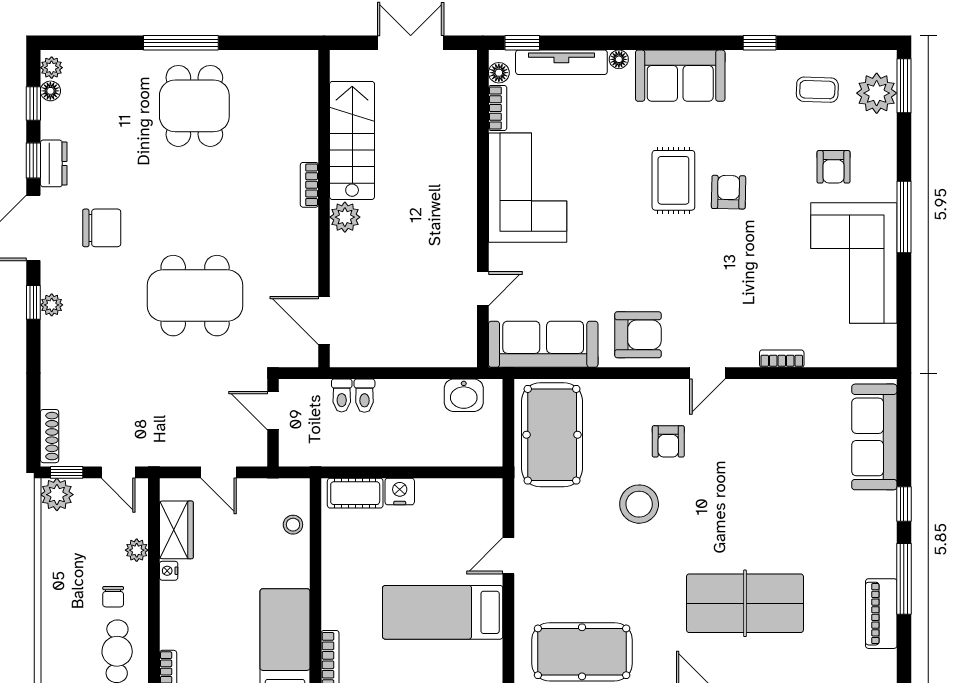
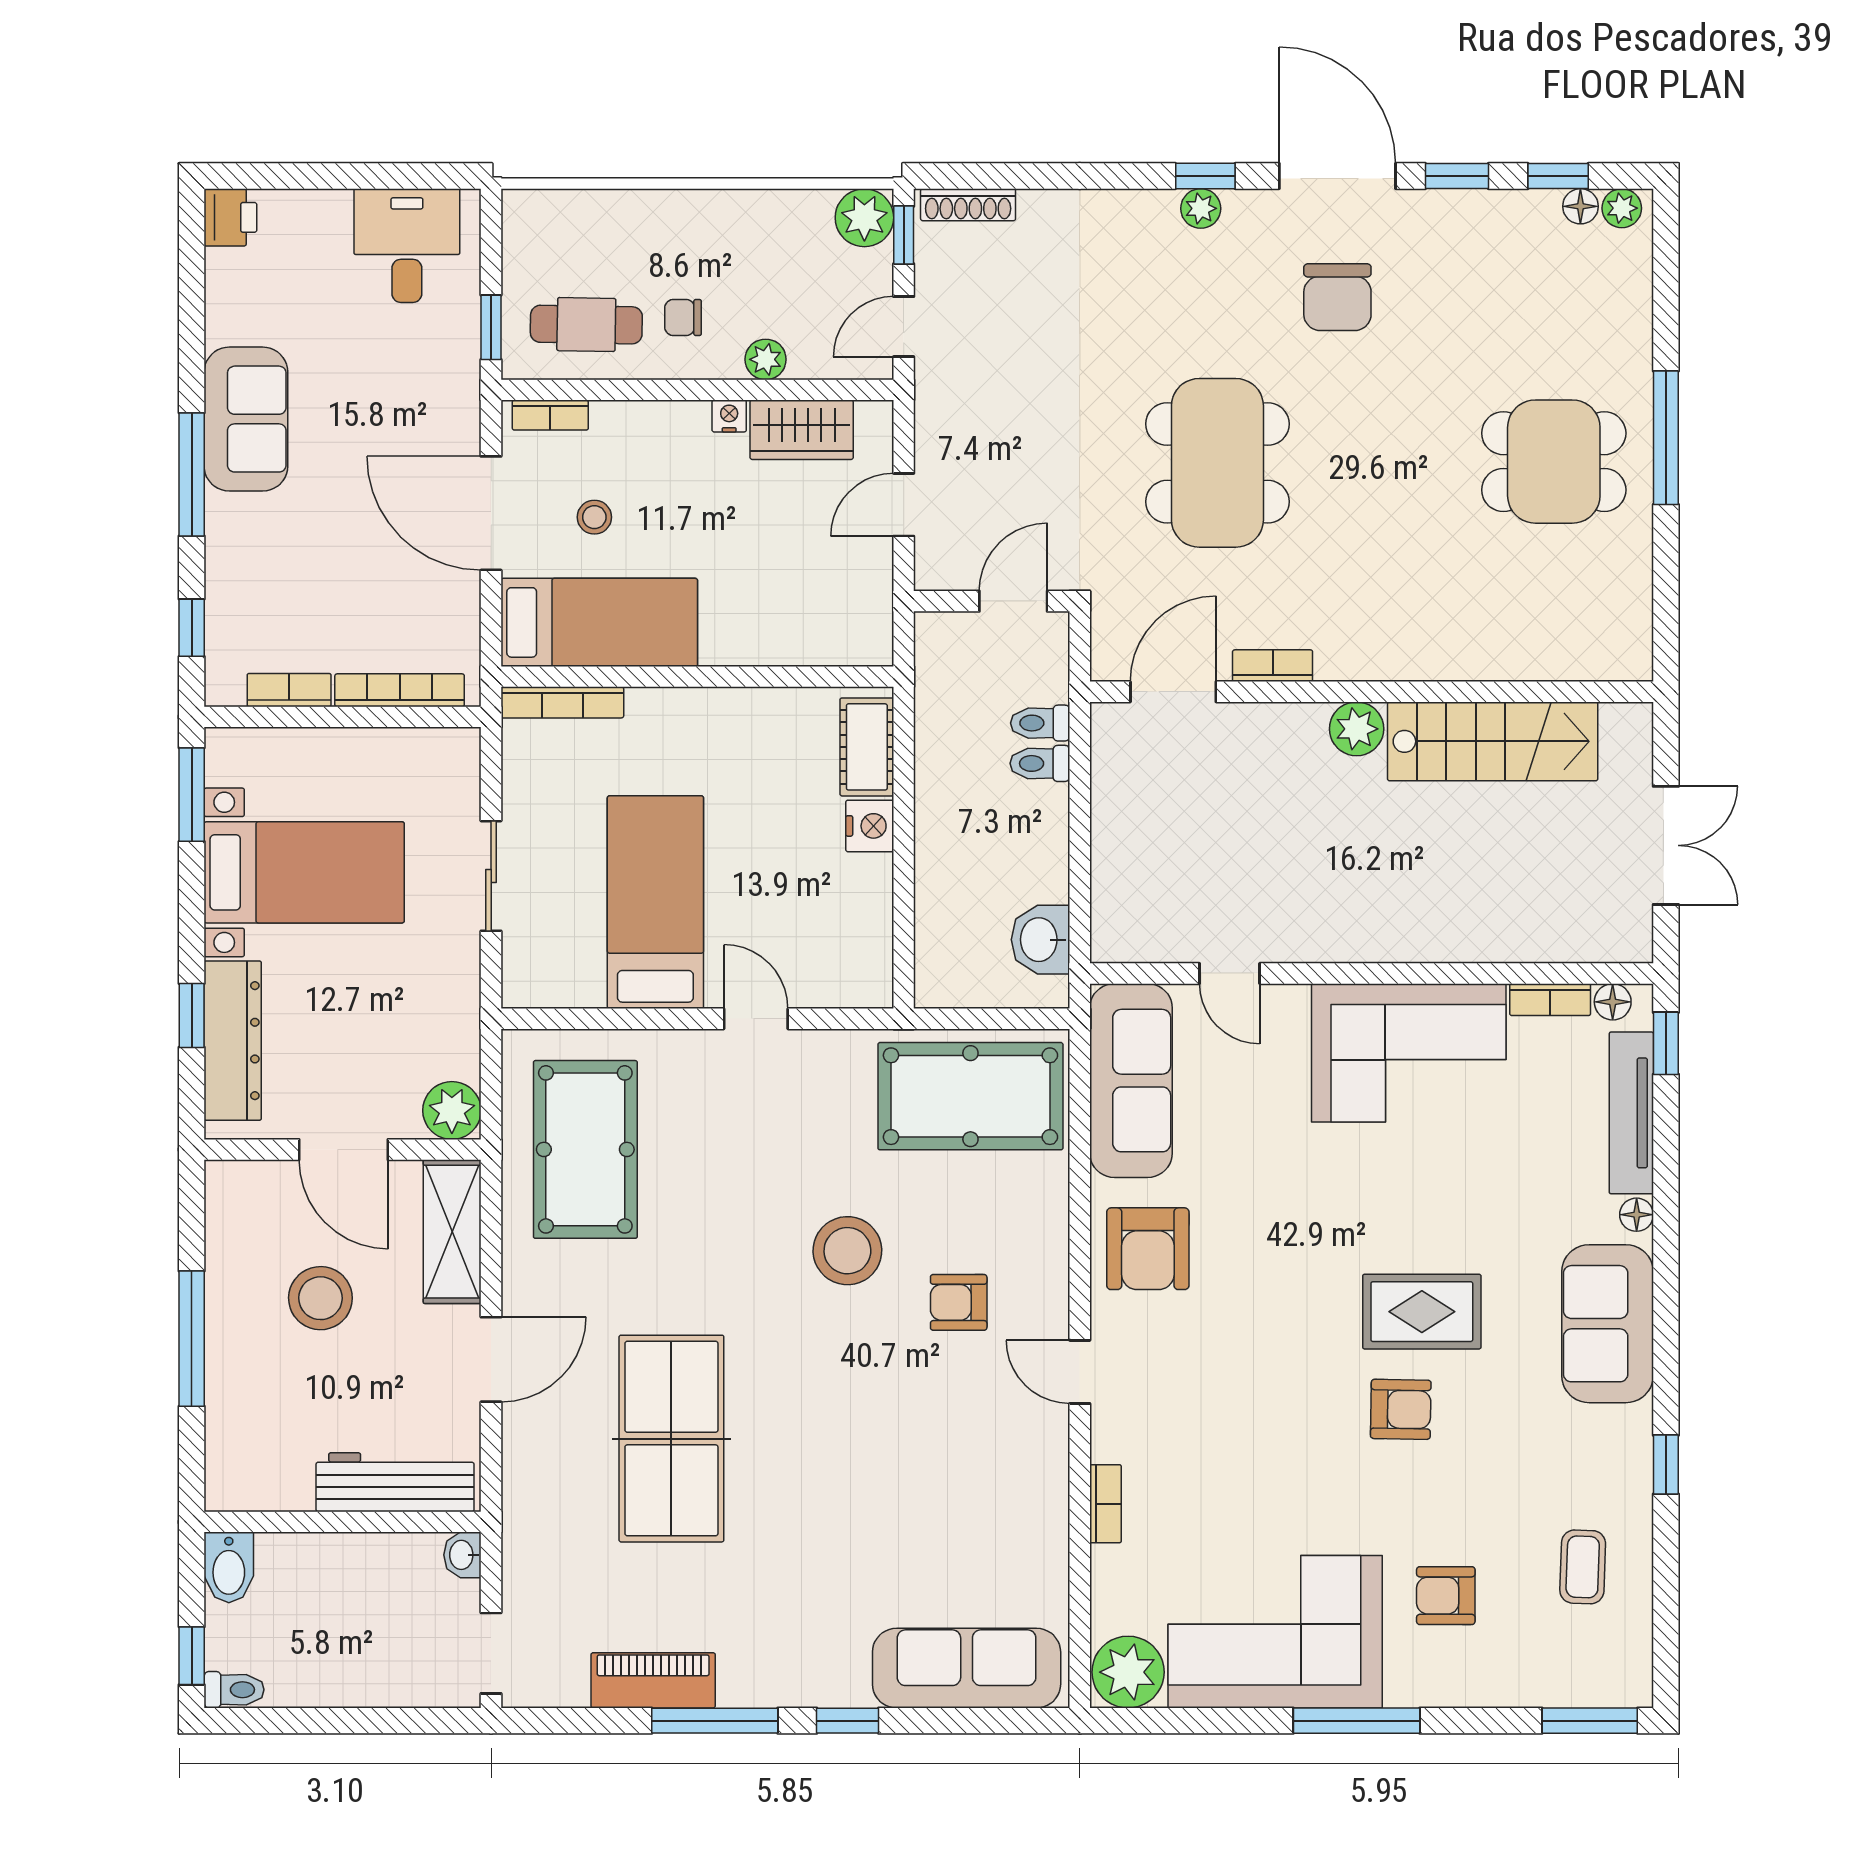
plant: (877, 93) -> (1128, 1672), moved
dresser: (54, 163) -> (1452, 212), removed
bookcase: (309, 185) -> (1273, 666), moved
stool: (293, 525) -> (594, 517), moved

